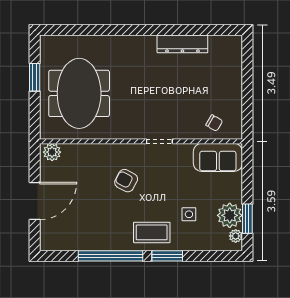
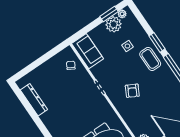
dresser: (182, 44) -> (34, 100), moved

